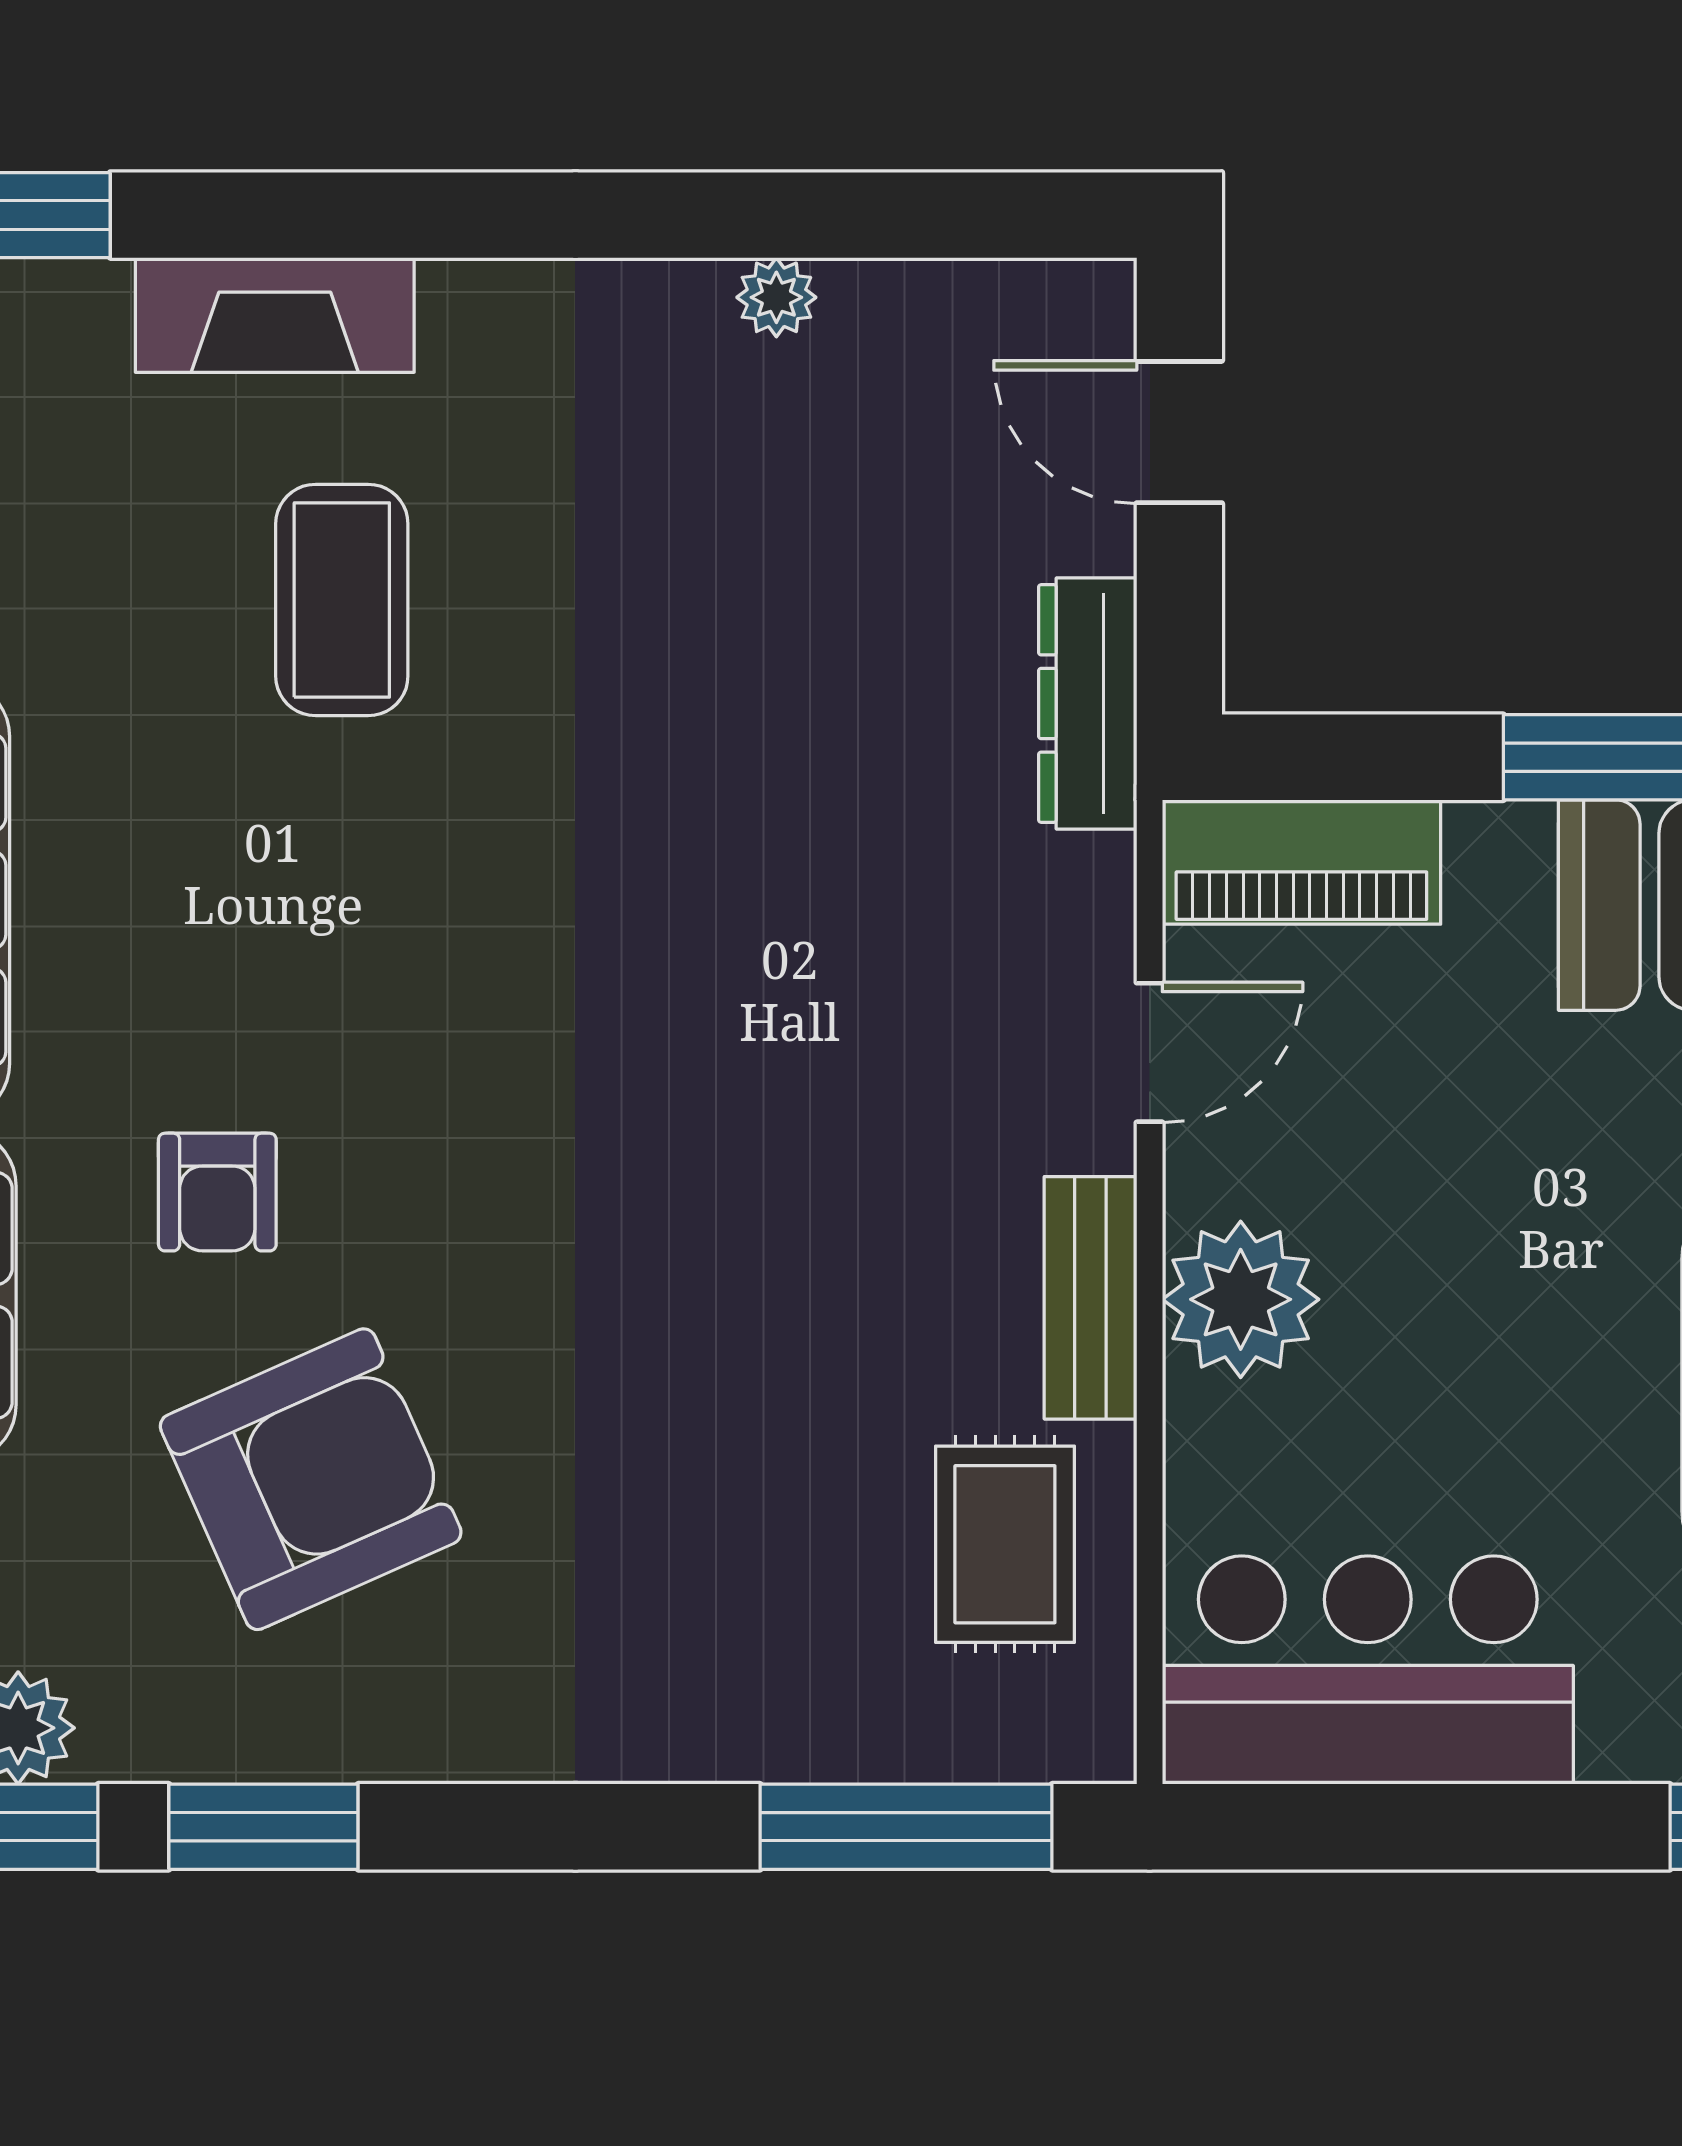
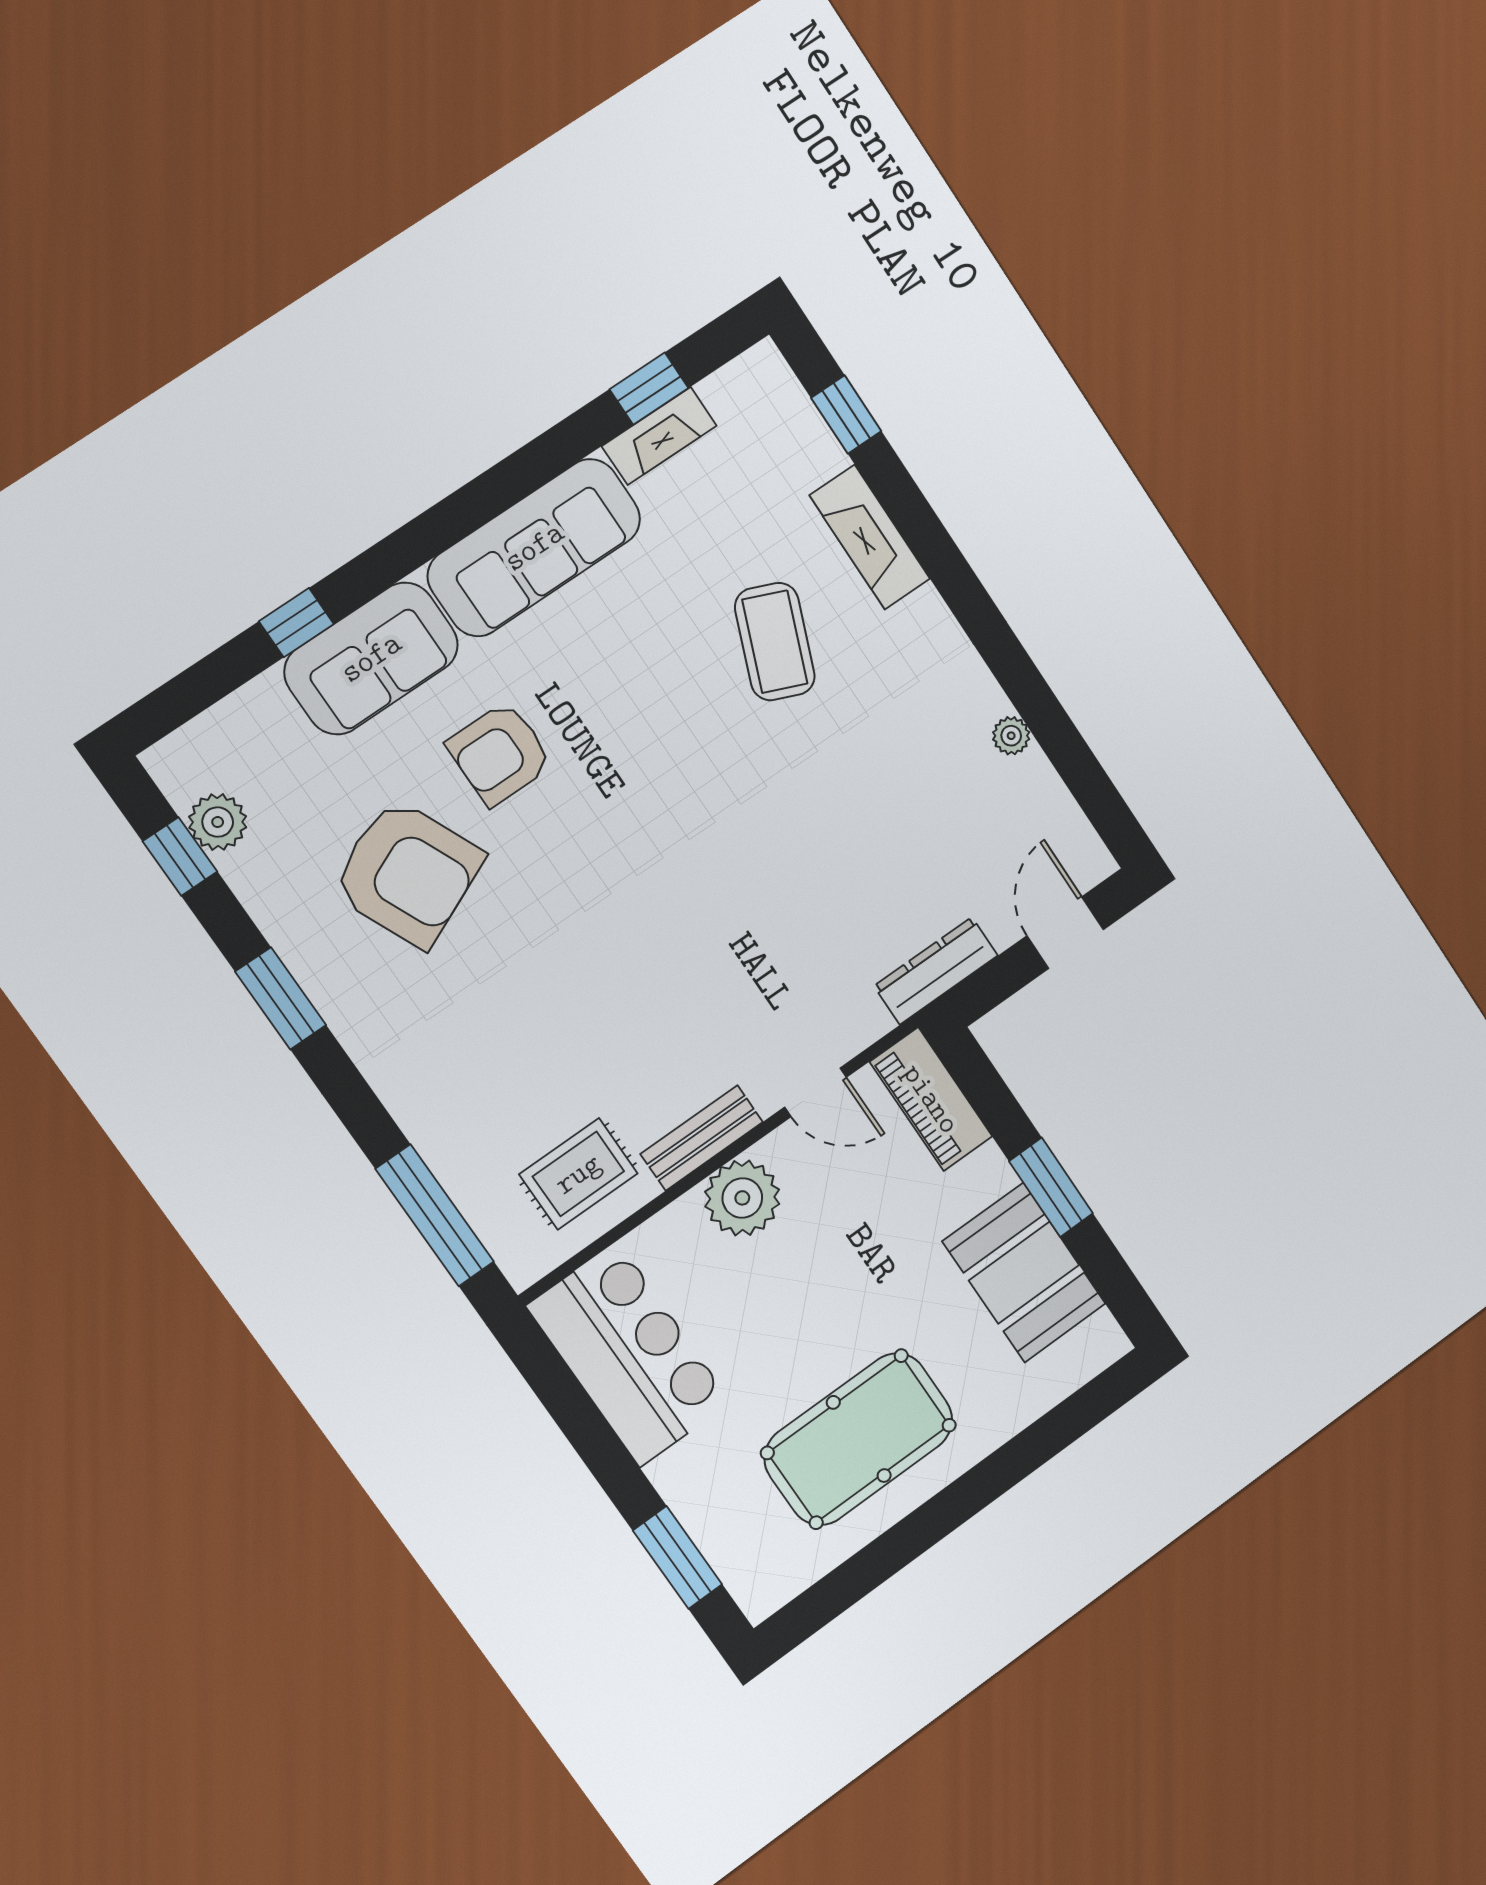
coffee table: (342, 600) -> (775, 642), turned -68
armchair: (217, 1192) -> (500, 754), width x1.38, depth x1.38
window: (263, 1827) -> (281, 998), moved

